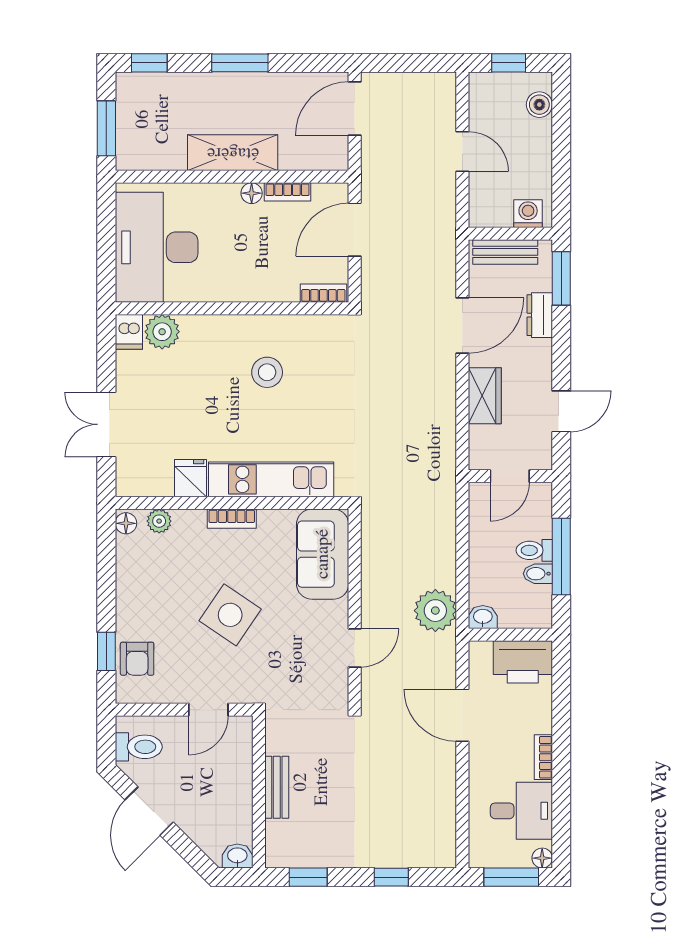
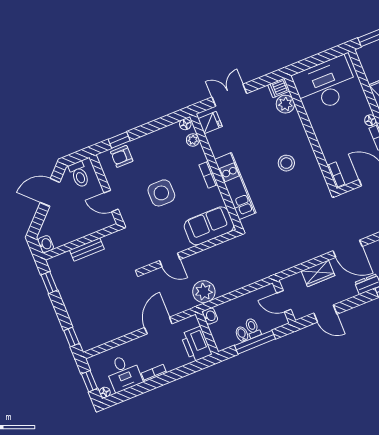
fridge: (190, 478) -> (210, 123), moved
side table: (230, 615) -> (161, 193), turned -34
window: (391, 877) -> (71, 337), moved
window: (511, 877) -> (89, 381), width x0.67

